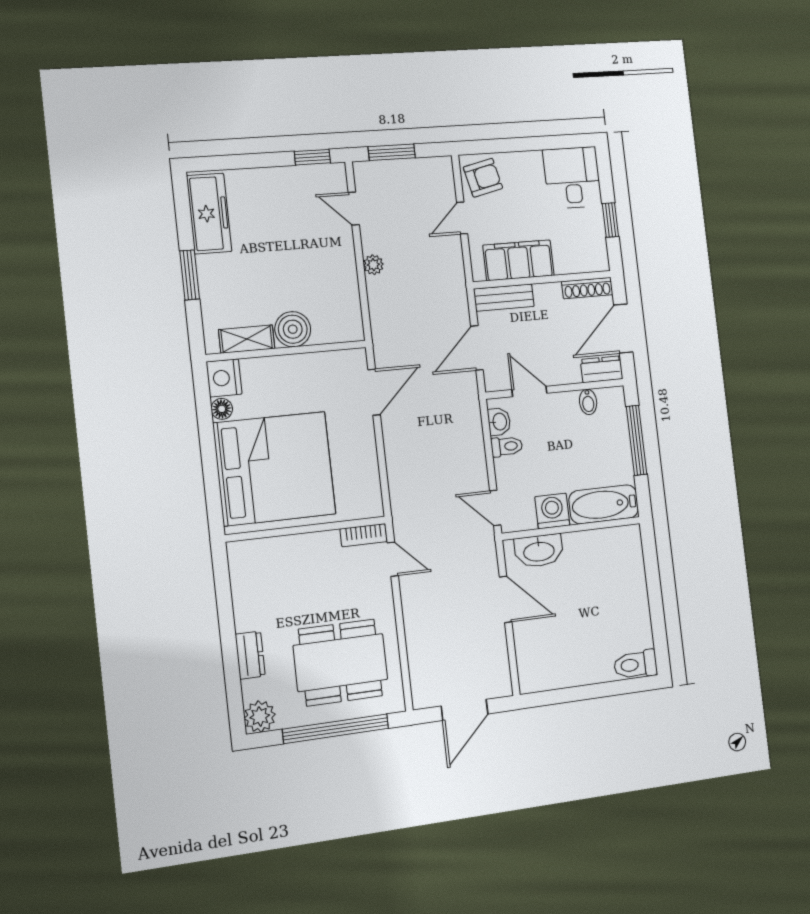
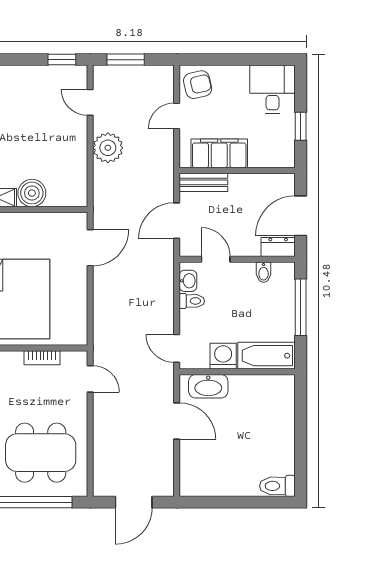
plant: (373, 265) -> (108, 148), width x1.88, depth x1.88
shoe rack: (587, 288) -> (274, 180), removed
bookcase: (364, 535) -> (42, 358), moved

